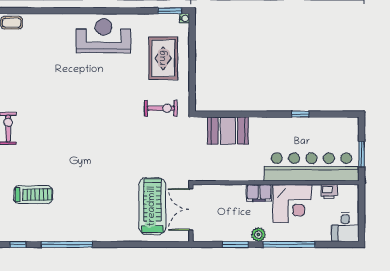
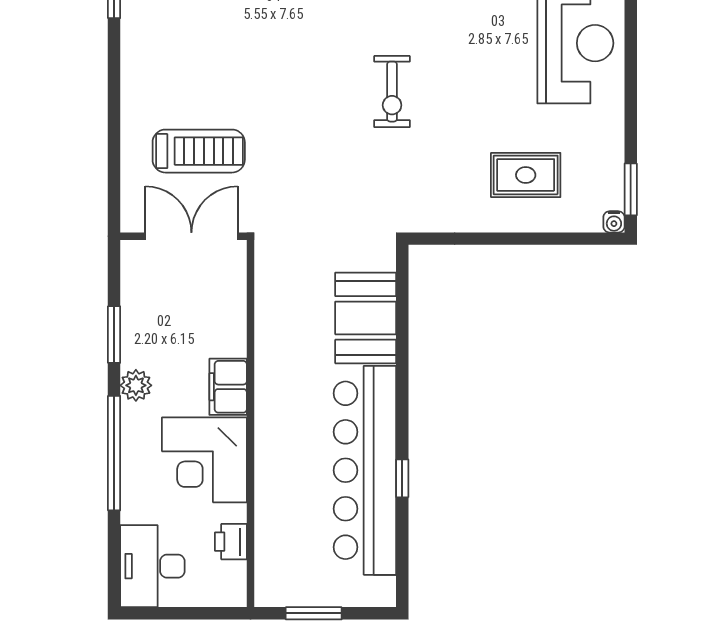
rug: (163, 58) -> (526, 175), width x0.73, depth x0.70
exercise bike: (161, 108) -> (392, 92), moved
bar counter: (311, 167) -> (365, 470), moved, turned 180
treadmill: (152, 206) -> (199, 151), width x0.73, depth x0.73
desk: (345, 227) -> (152, 566), width x1.37

